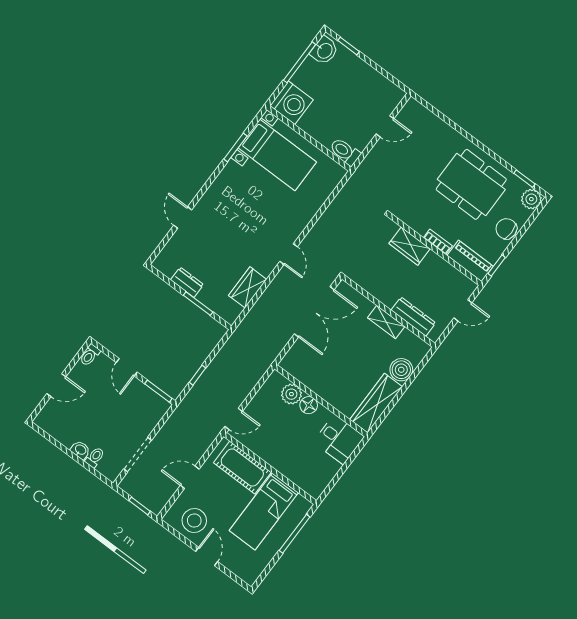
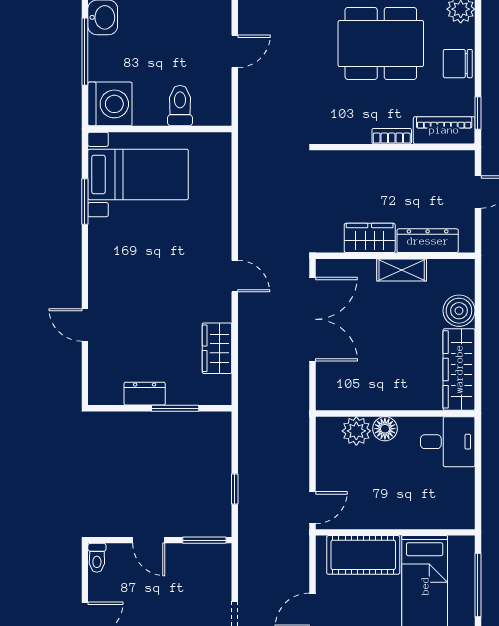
toilet: (345, 152) -> (180, 106), moved, turned 90
wardrobe: (410, 246) -> (370, 238), moved, turned 180

